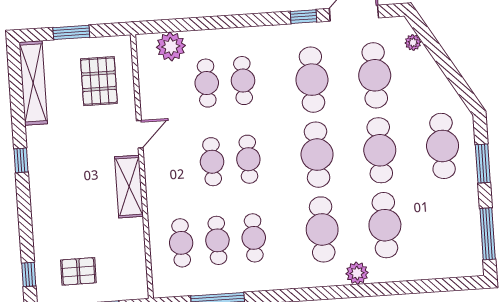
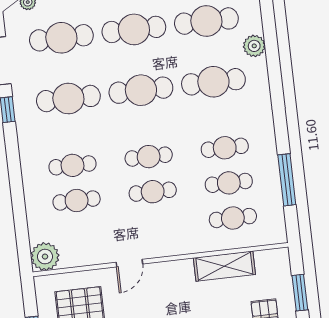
plant: (171, 46) -> (45, 257), moved
door: (140, 134) -> (129, 263), swing flipped
shelving: (129, 187) -> (224, 266), moved

